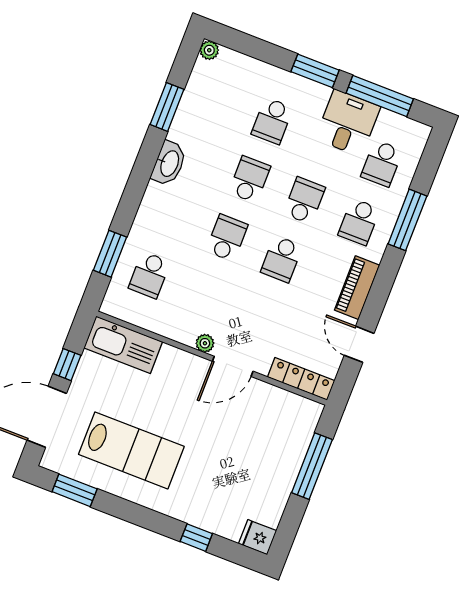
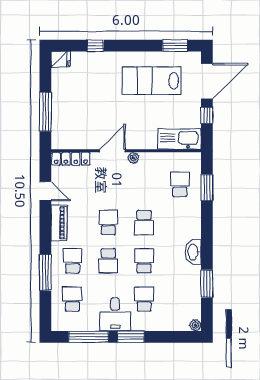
desk: (348, 123) -> (115, 314), moved
school desk: (250, 179) -> (144, 261), turned 180

